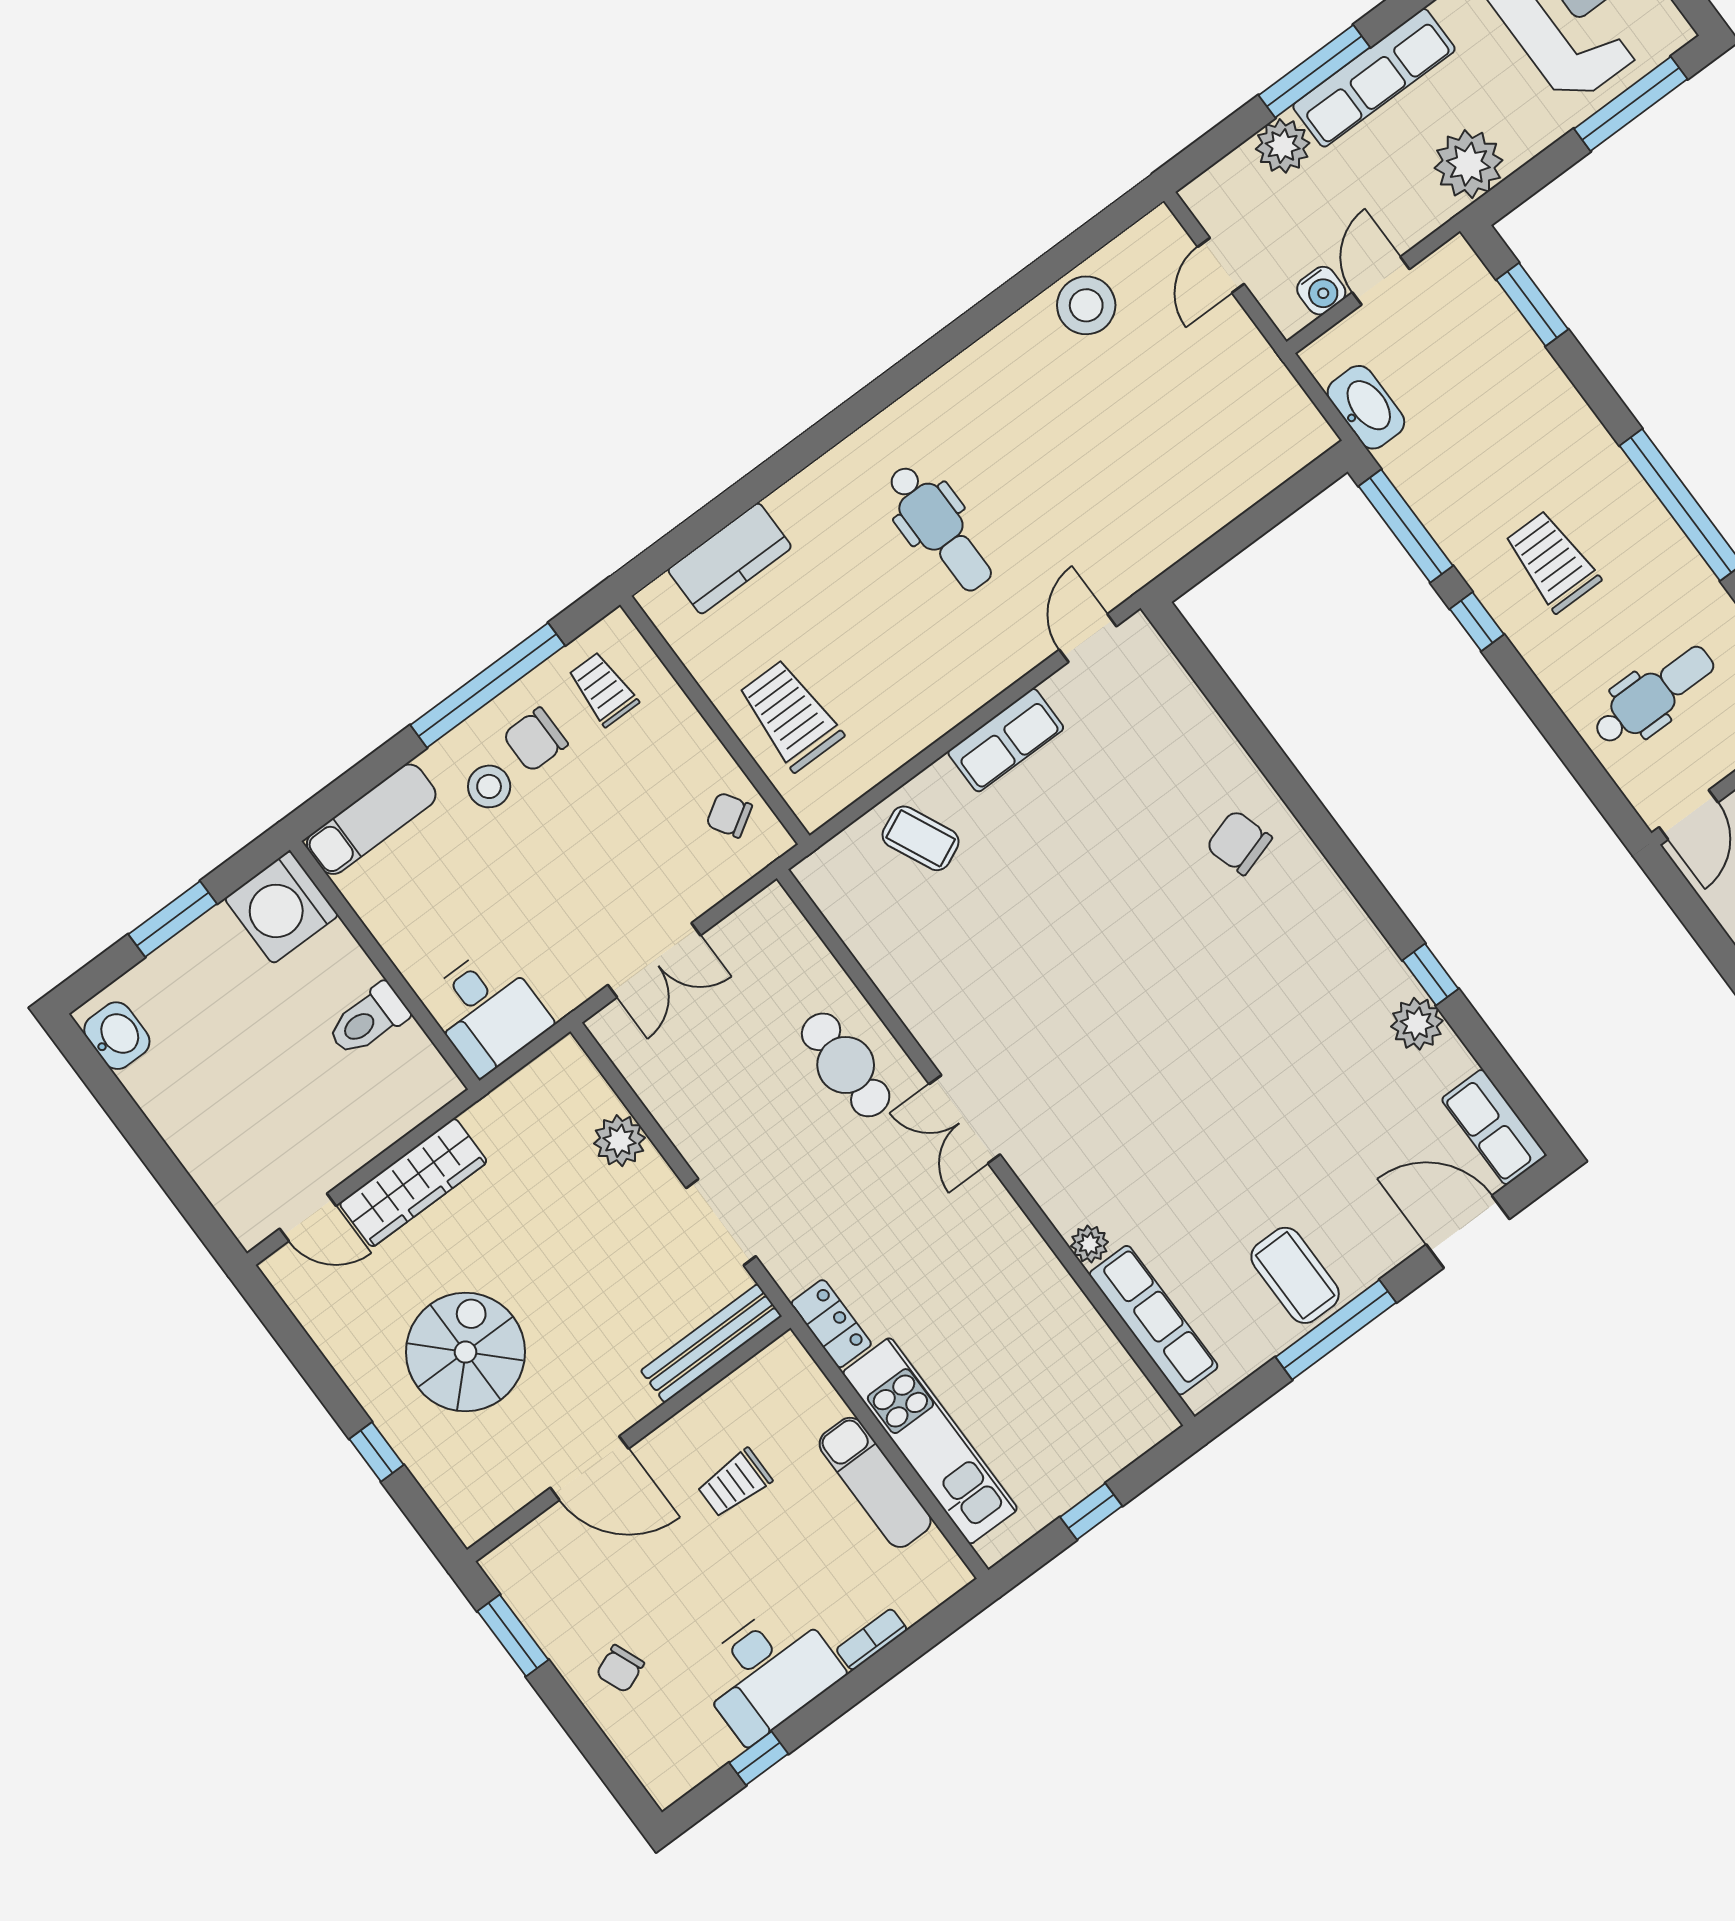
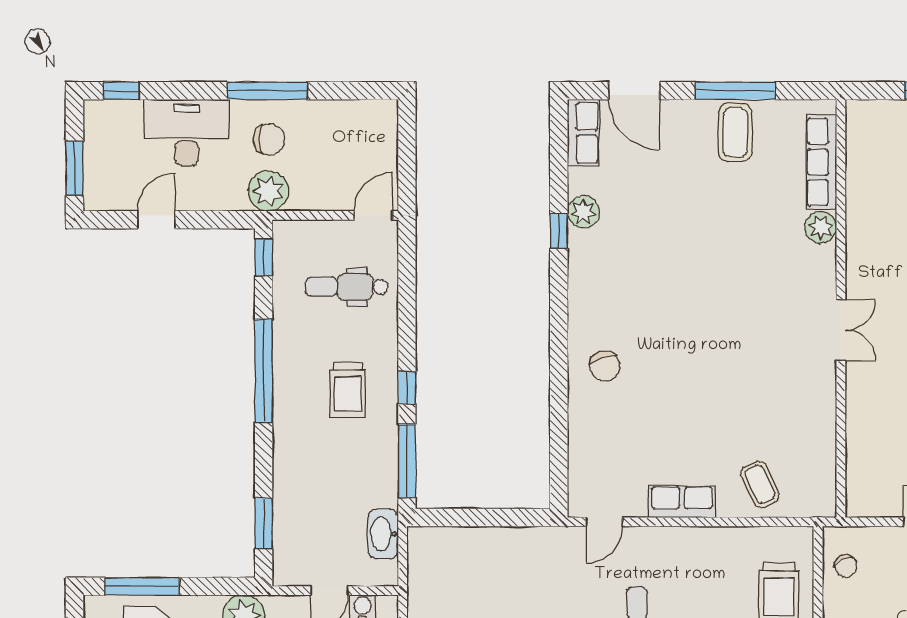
cafe table: (846, 1065) -> (880, 400), removed
plant: (1089, 1244) -> (821, 227), width x1.38, depth x1.38

